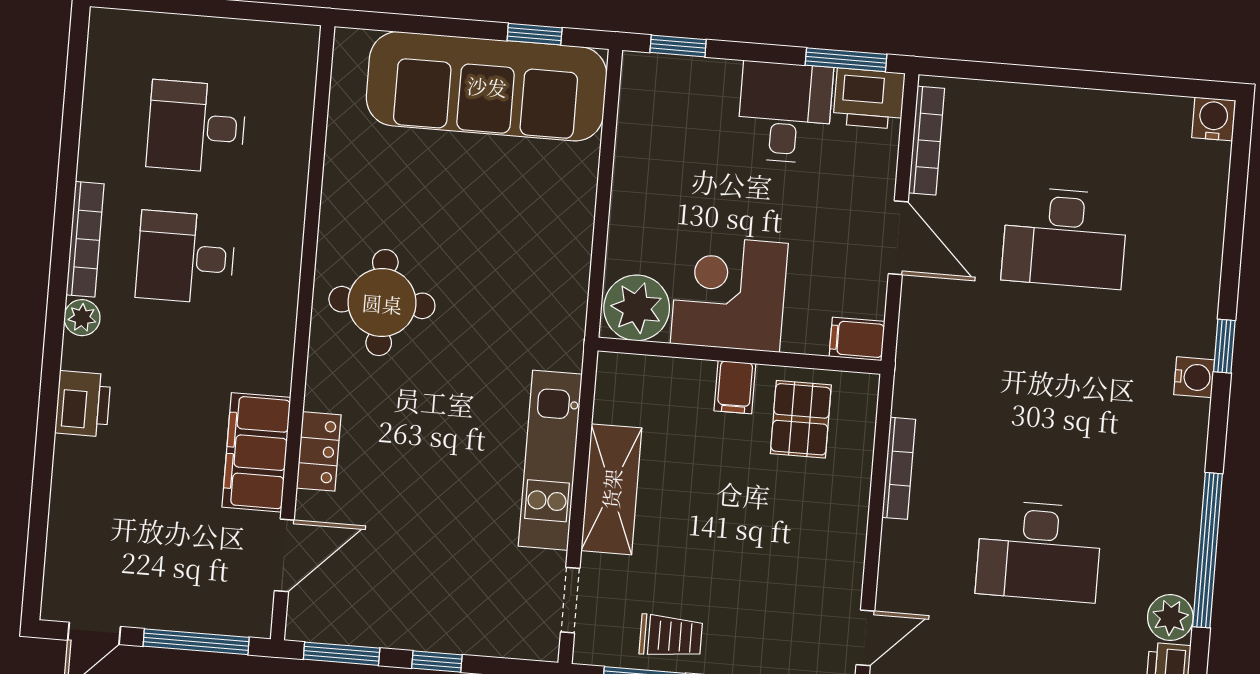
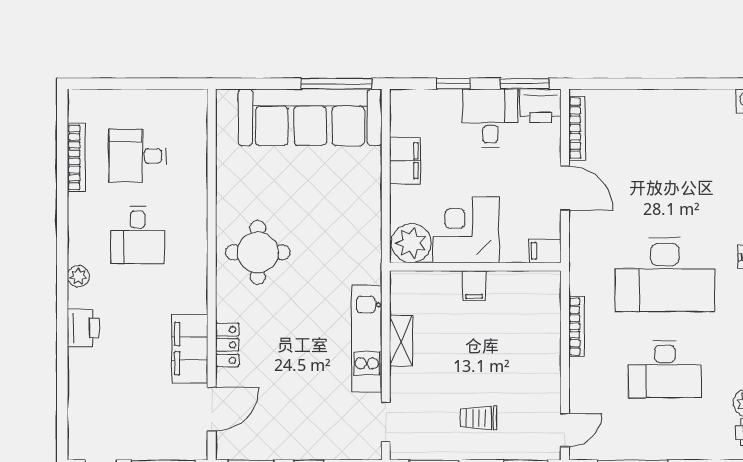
window: (535, 34) -> (336, 84), width x2.17
window: (678, 46) -> (453, 84), moved
filing cabinet: (638, 171) -> (405, 161), added
desk: (1065, 238) -> (665, 274), moved, width x1.36, depth x1.30
bookcase: (85, 239) -> (76, 157), moved
desk: (186, 257) -> (138, 235), turned -90
pallet: (801, 419) -> (515, 302), removed
shelving: (611, 489) -> (401, 341), width x0.67, depth x0.75
trolley: (671, 636) -> (478, 418), moved, turned 180

